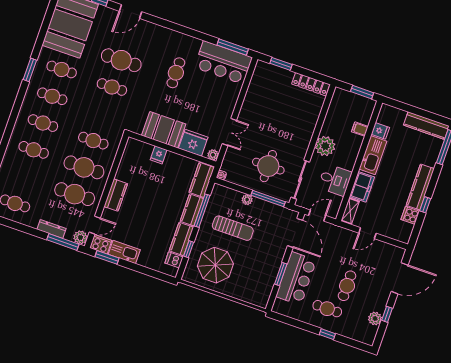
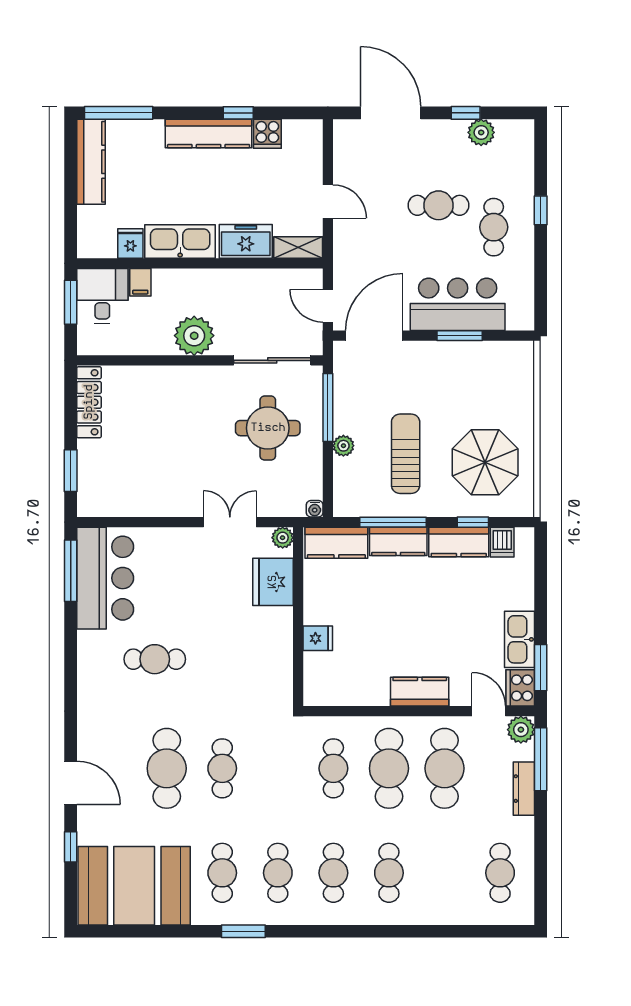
booth: (164, 130) -> (268, 645), removed
desk: (335, 180) -> (102, 296), moved

